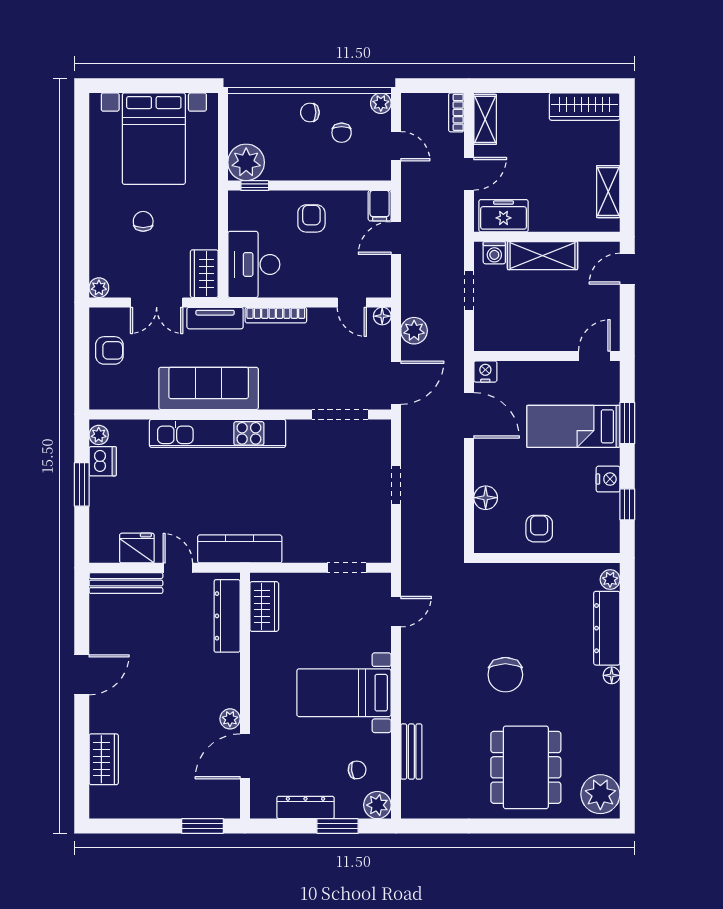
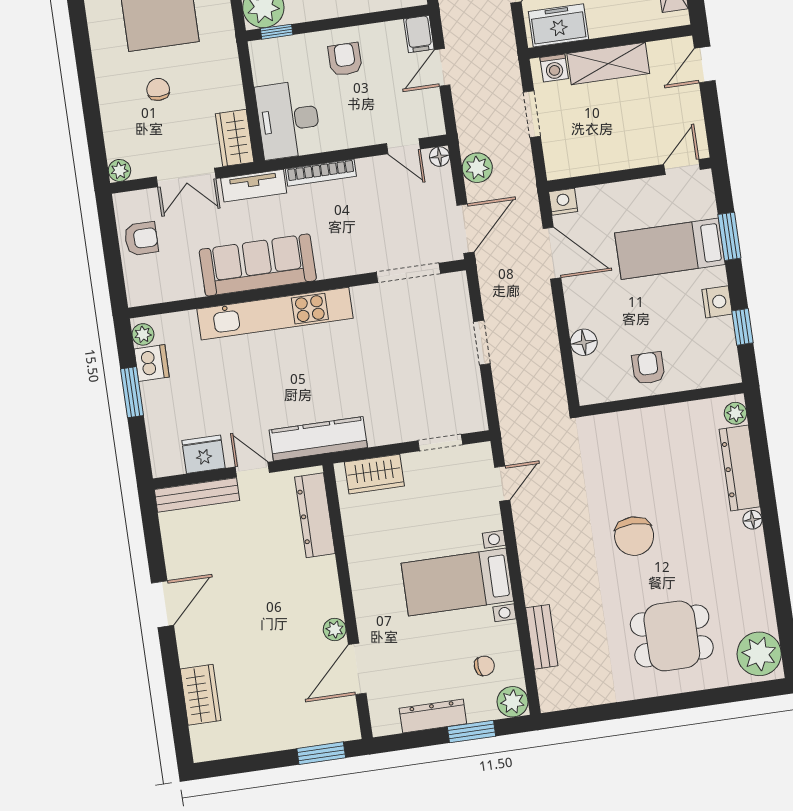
wardrobe: (264, 606) -> (374, 474), moved, turned 90
dining table: (526, 767) -> (672, 636), width x0.73

